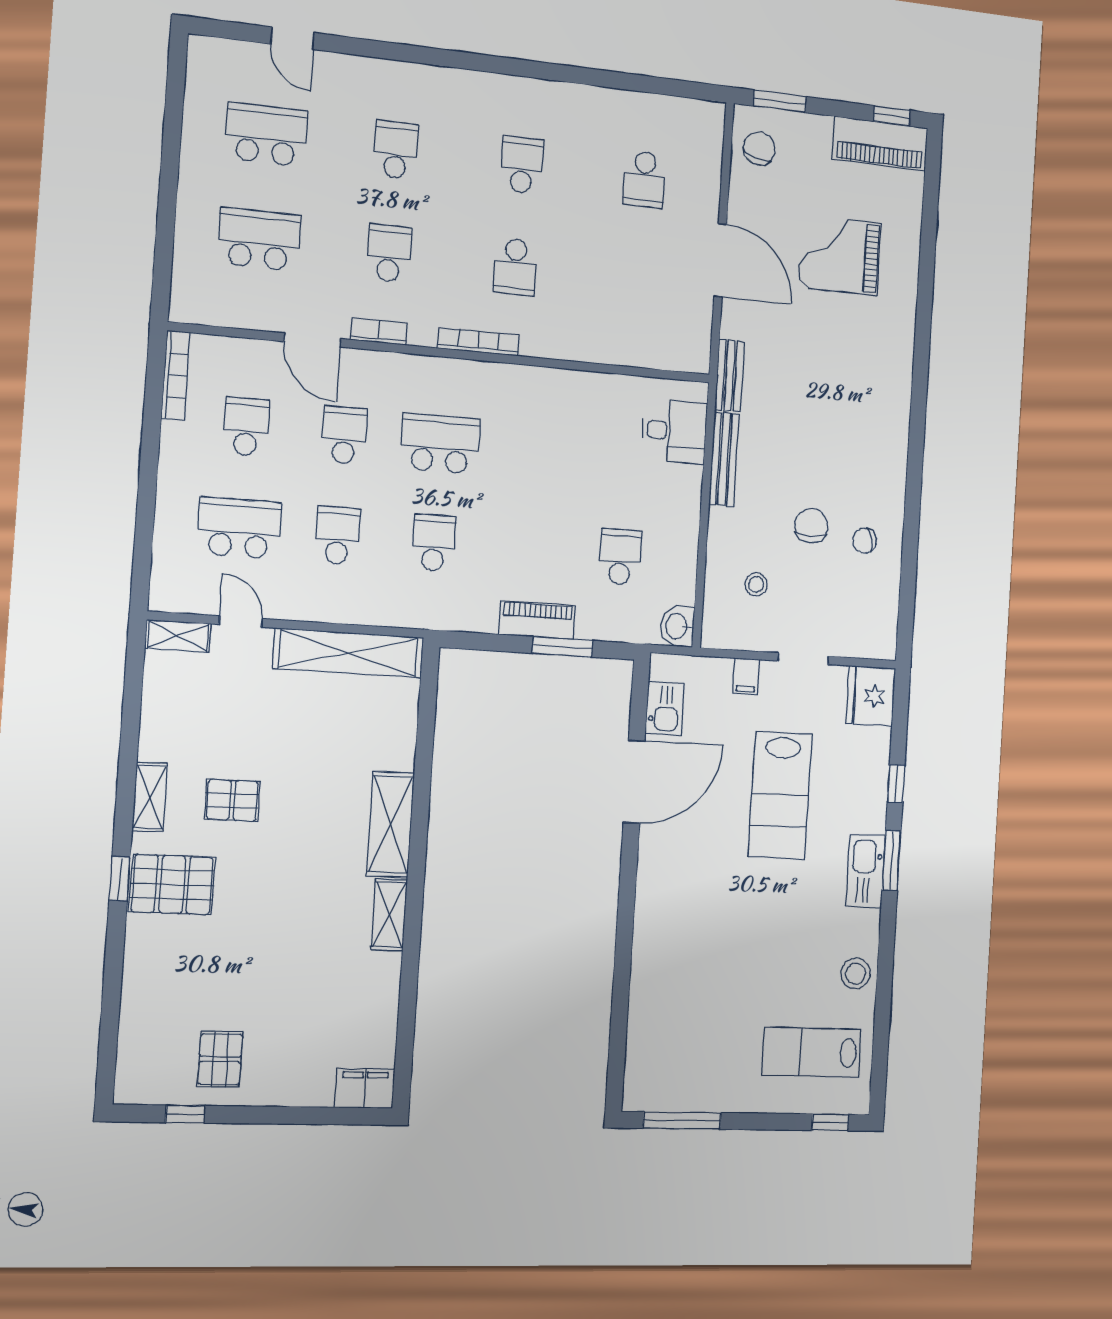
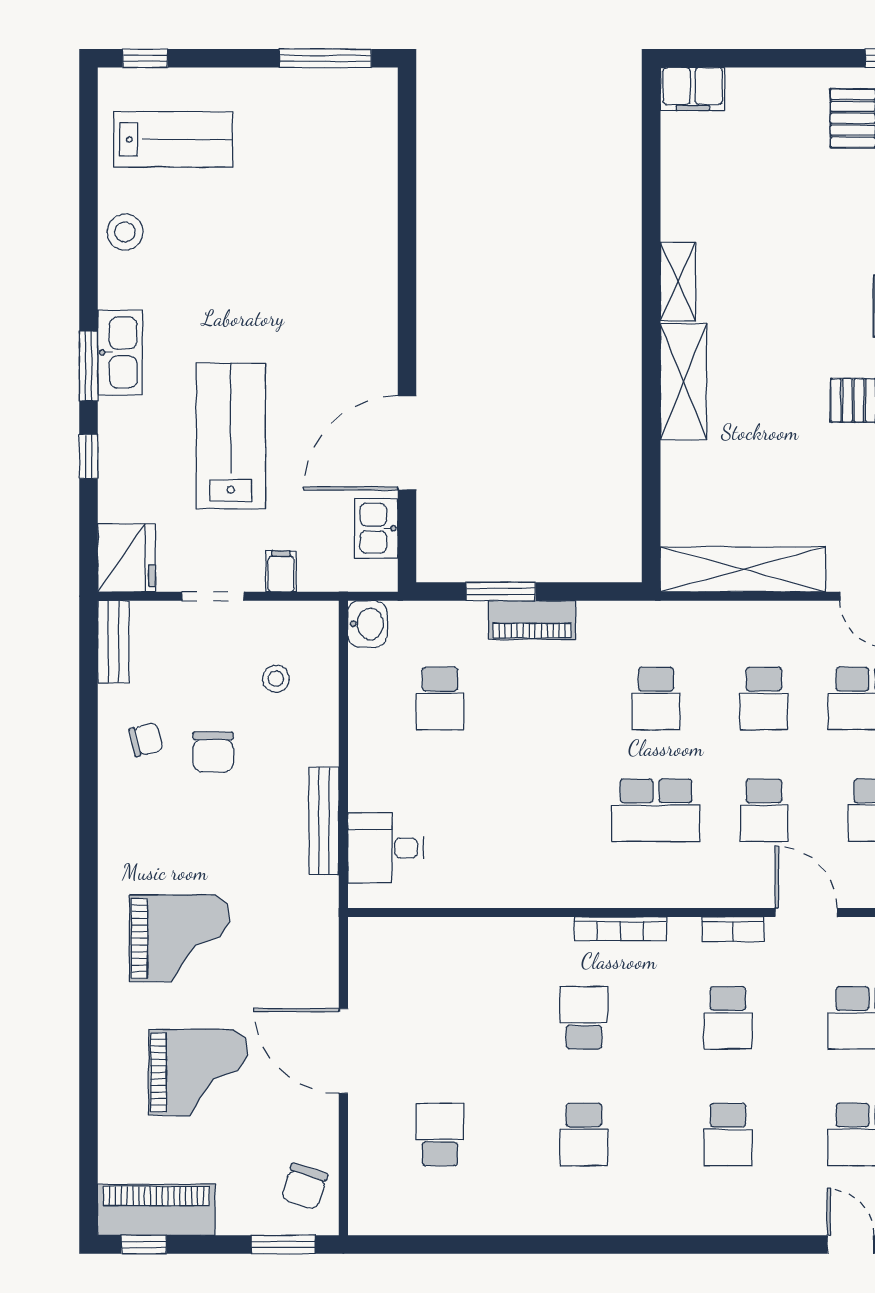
grand piano: (848, 370) -> (180, 938), added
bench: (730, 375) -> (113, 642), moved

